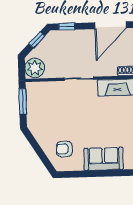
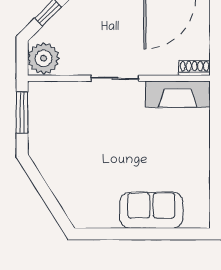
armchair: (64, 149) -> (88, 192), removed

